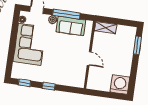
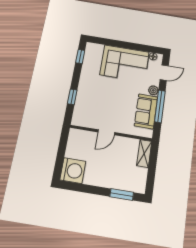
window: (49, 86) -> (72, 97), moved

